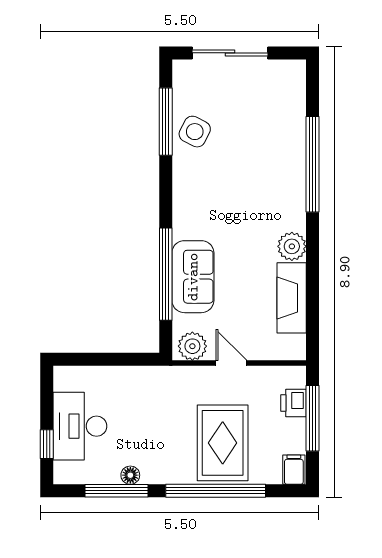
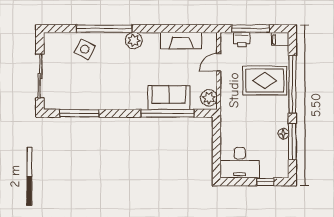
side table: (195, 132) -> (85, 49), moved
plant: (292, 246) -> (134, 41), moved
door: (231, 363) -> (219, 62), moved
desk: (80, 426) -> (240, 163), moved

